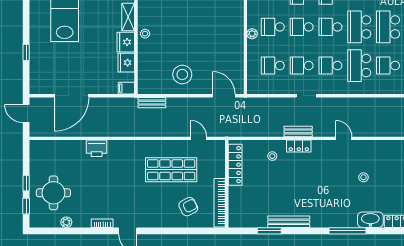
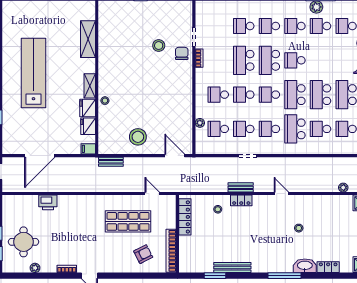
plant: (252, 34) -> (200, 123), moved
printer: (97, 148) -> (48, 202), moved

